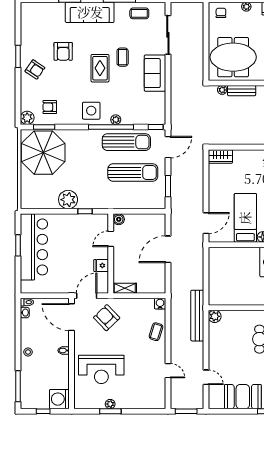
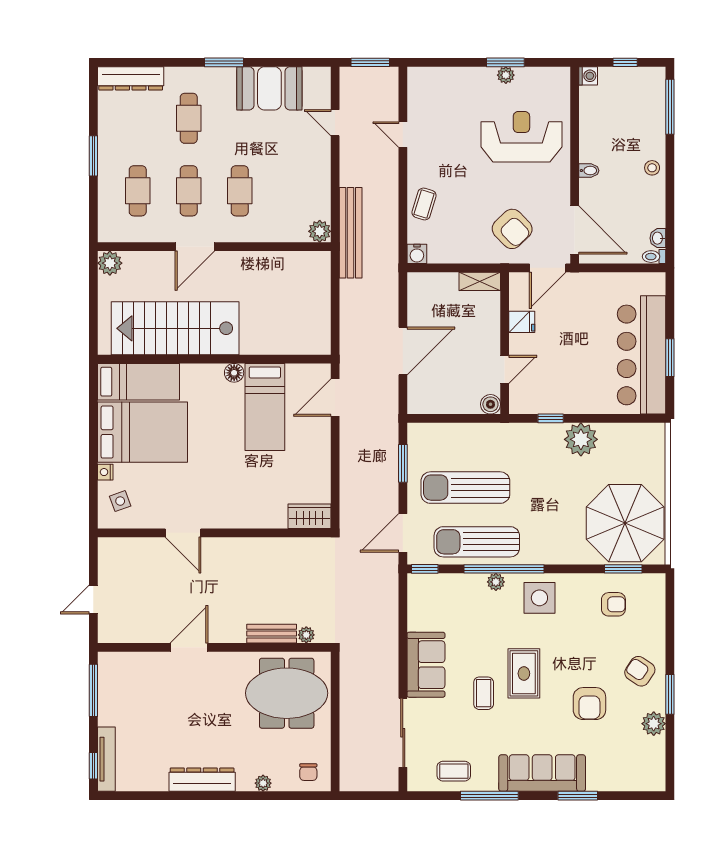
armchair: (63, 51) -> (589, 704), turned 180
plant: (27, 118) -> (654, 724), moved
washing machine: (59, 399) -> (588, 76), width x0.53, depth x0.53

